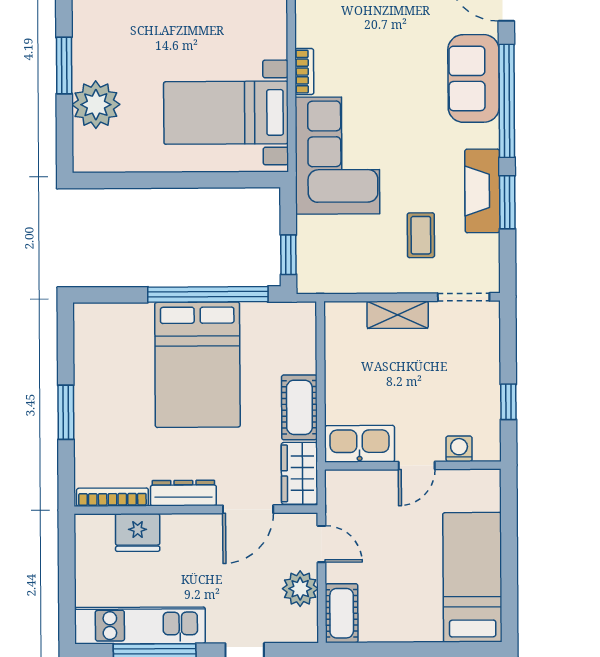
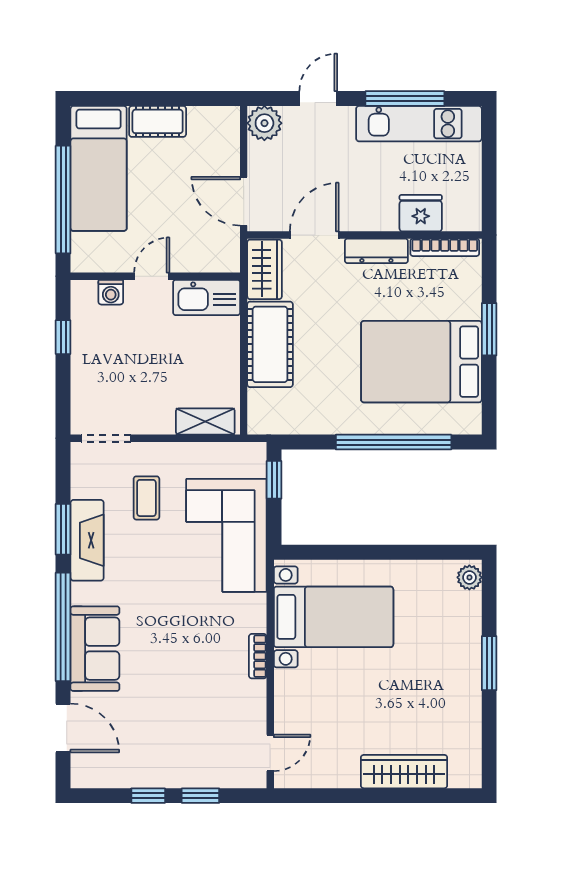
plant: (96, 105) -> (469, 577), moved, width x0.53, depth x0.53
corner sofa: (337, 155) -> (226, 535), moved
window: (208, 294) -> (394, 442), moved
shelving: (398, 315) -> (205, 422), moved
bed: (197, 365) -> (421, 362), moved, turned -90
cot: (299, 407) -> (270, 344), width x1.37, depth x1.34
door: (321, 544) -> (244, 201), width x1.38
window: (509, 545) -> (63, 200), added
plant: (300, 589) -> (264, 123), moved
cot: (342, 613) -> (158, 121), moved, turned 90

